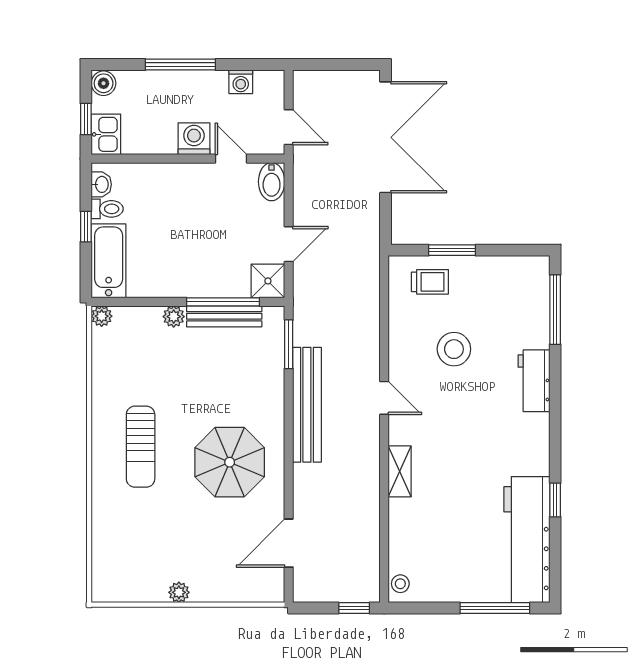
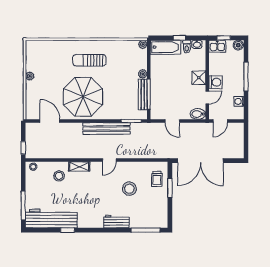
double door: (385, 137) -> (200, 161), moved
shower: (268, 281) -> (199, 78), moved
parasol: (230, 462) -> (83, 97), width x1.36, depth x1.36
stool: (423, 521) -> (59, 176), added

